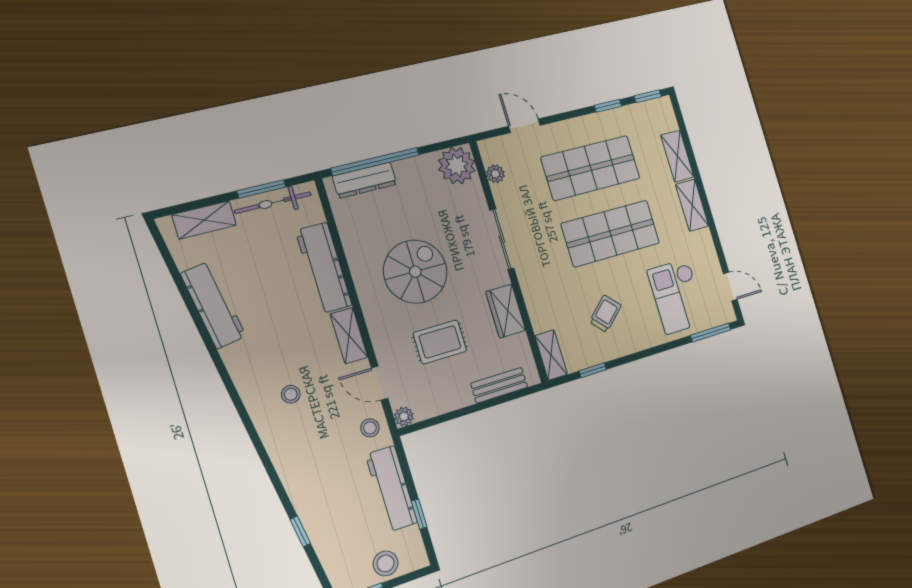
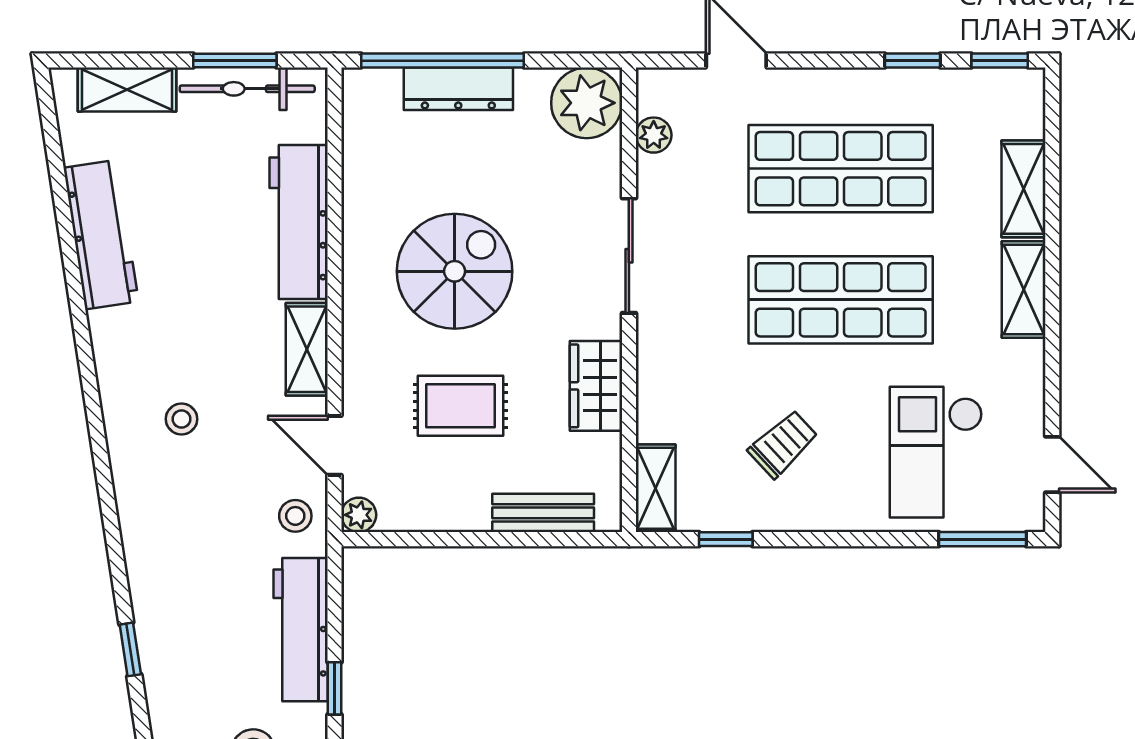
dresser: (365, 180) -> (458, 89), moved

